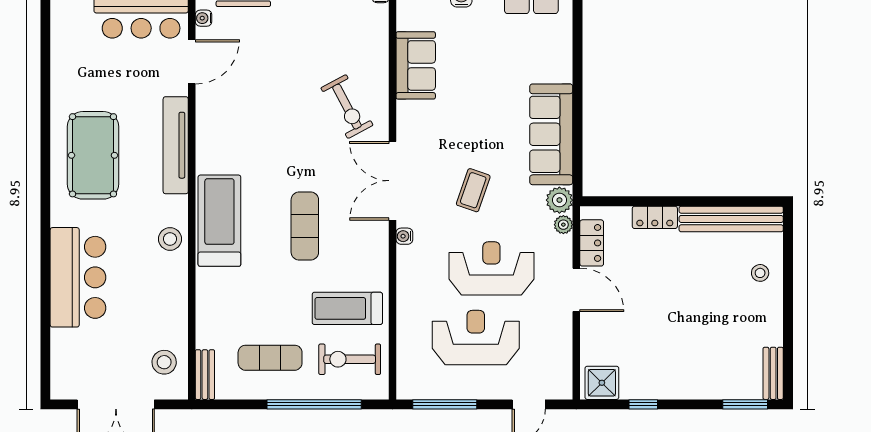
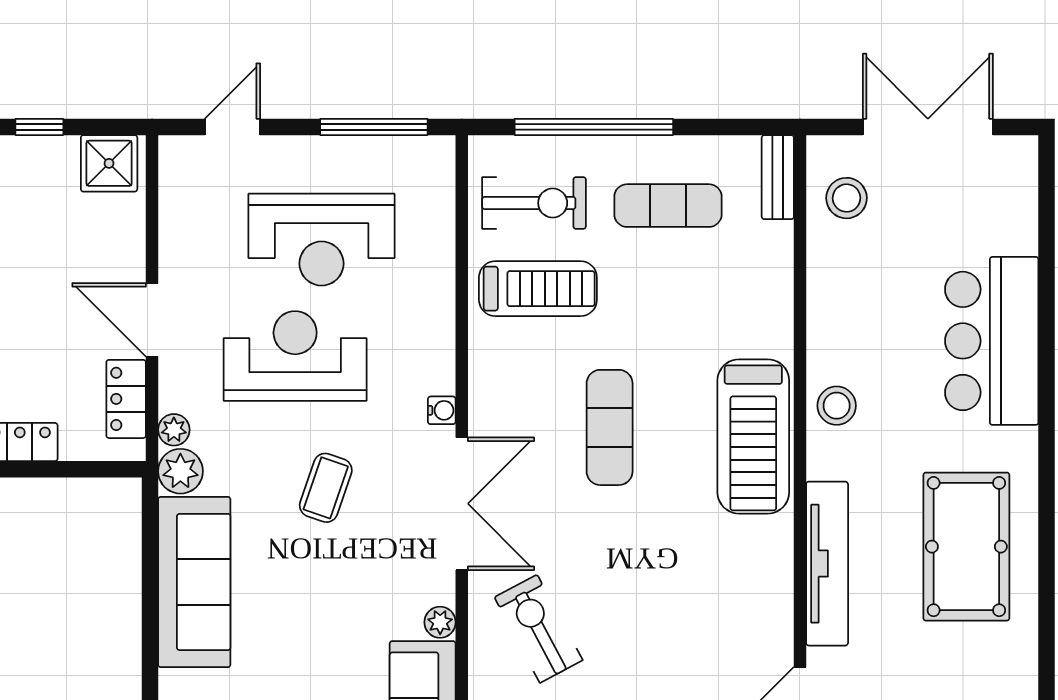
plant: (405, 110) -> (440, 622), added
reception desk: (491, 268) -> (295, 356), turned 180

